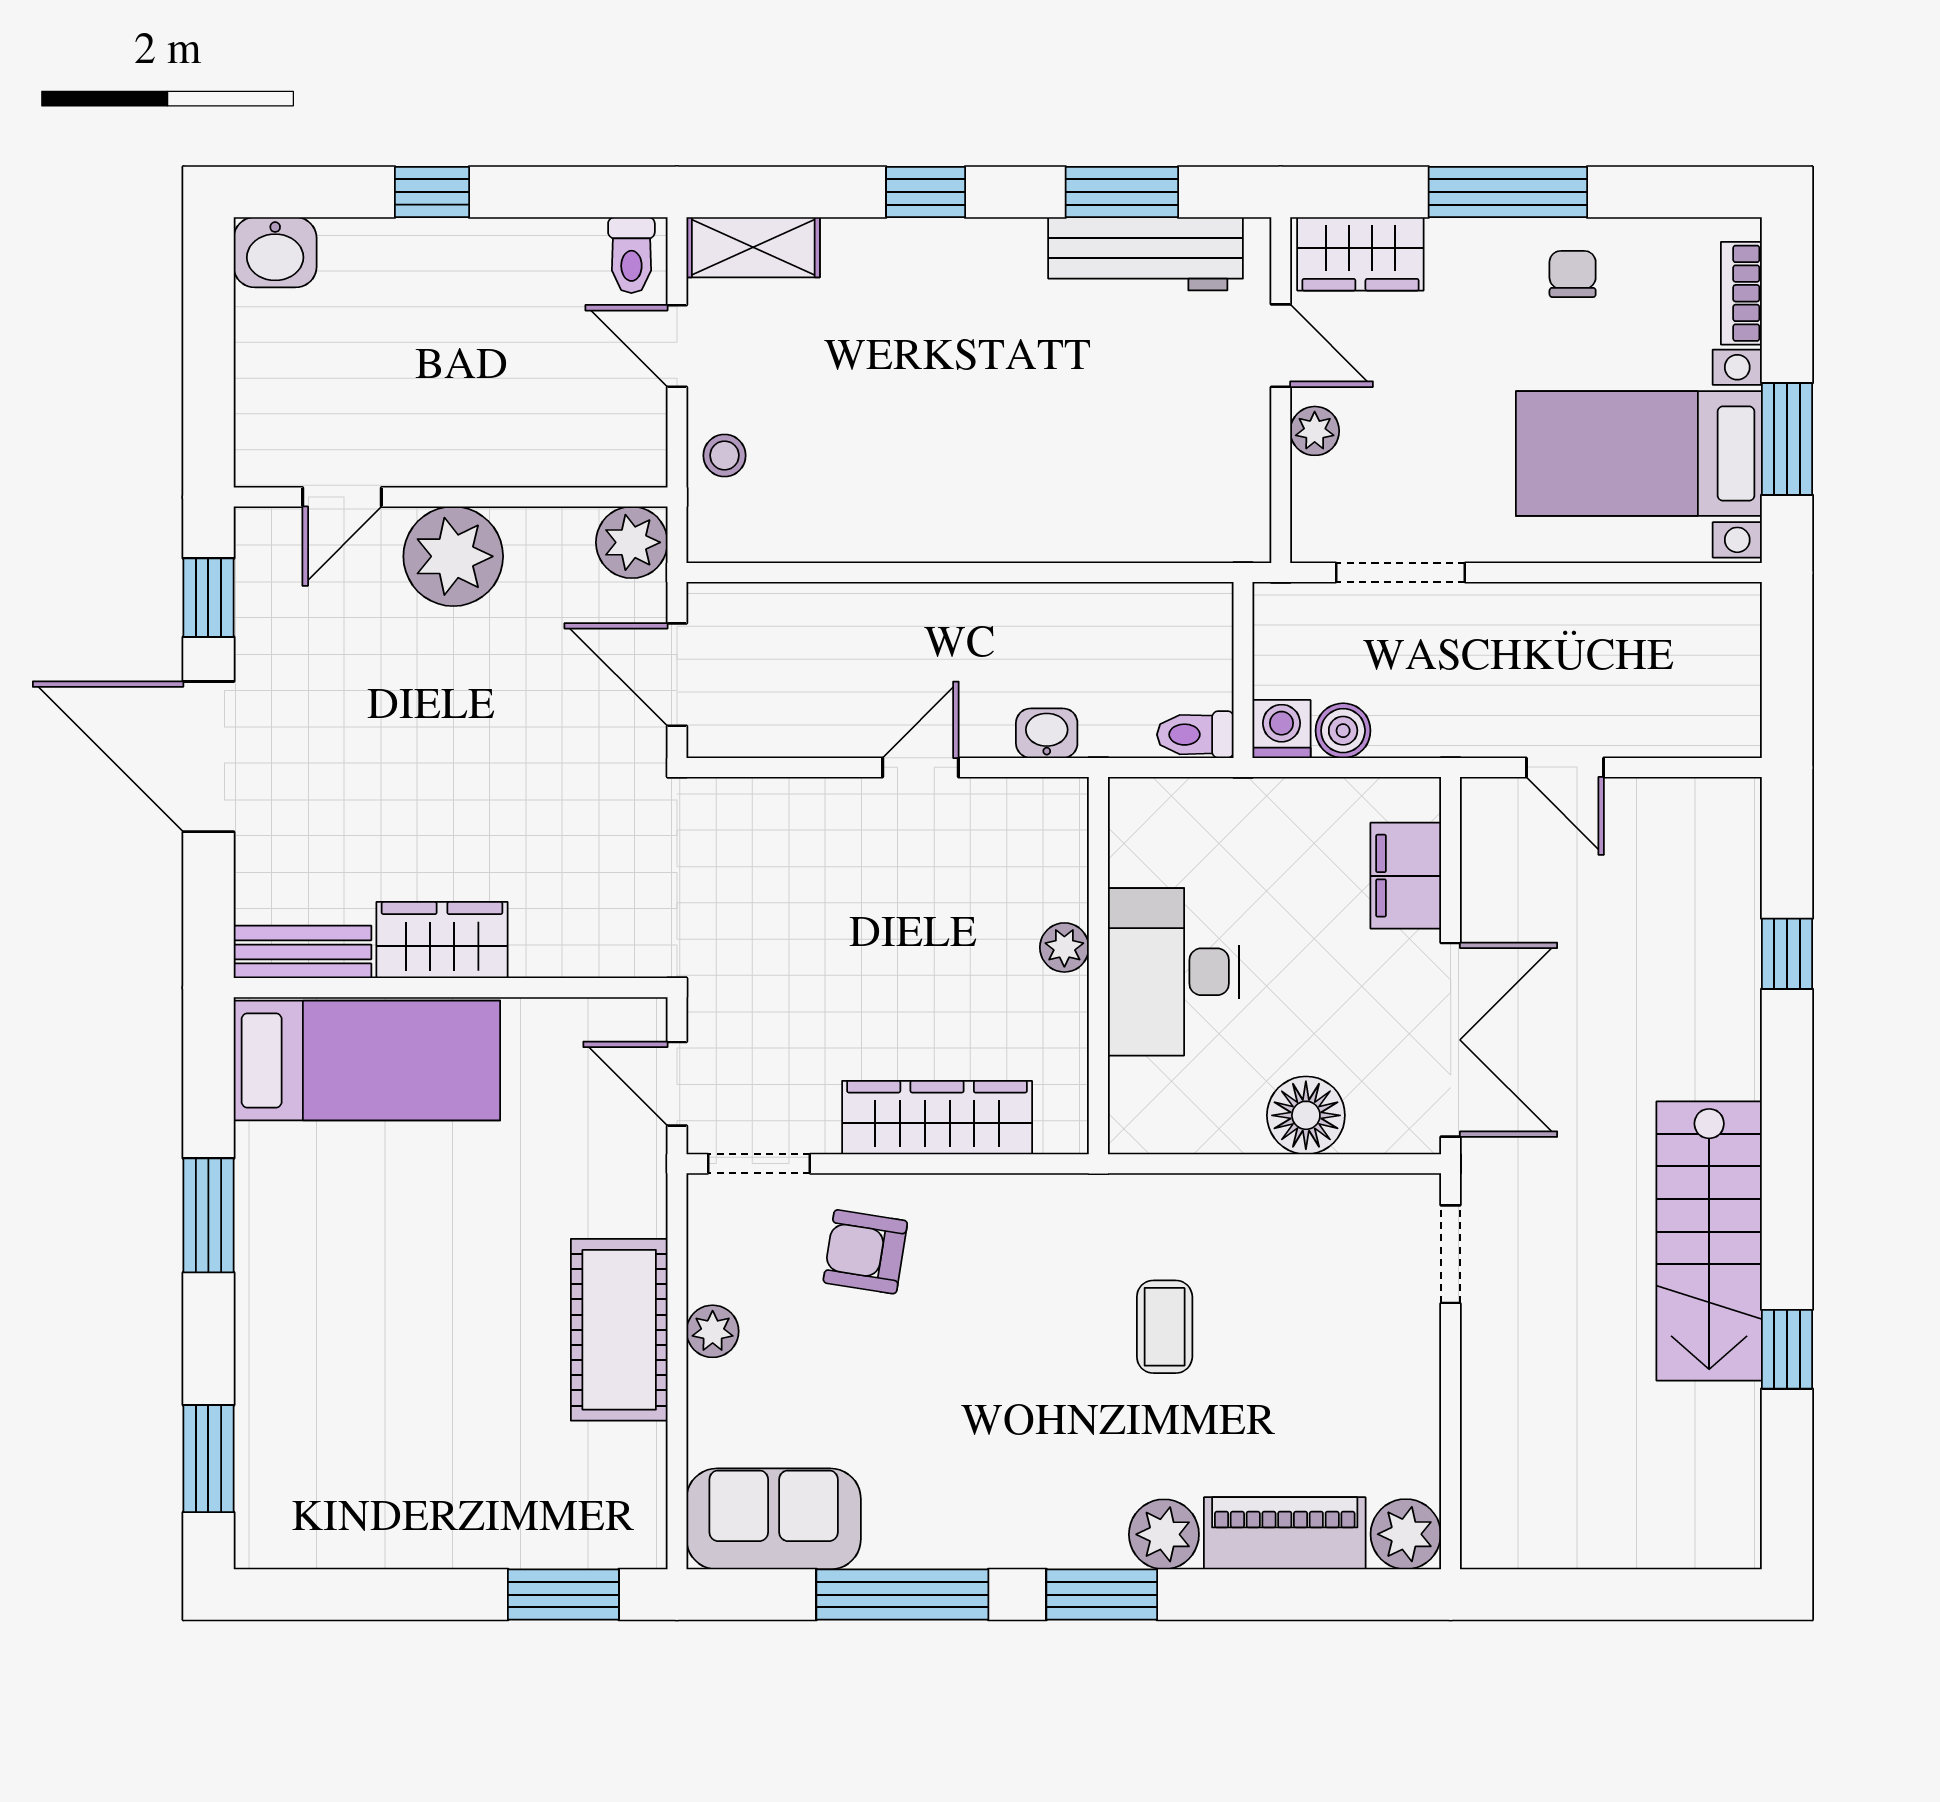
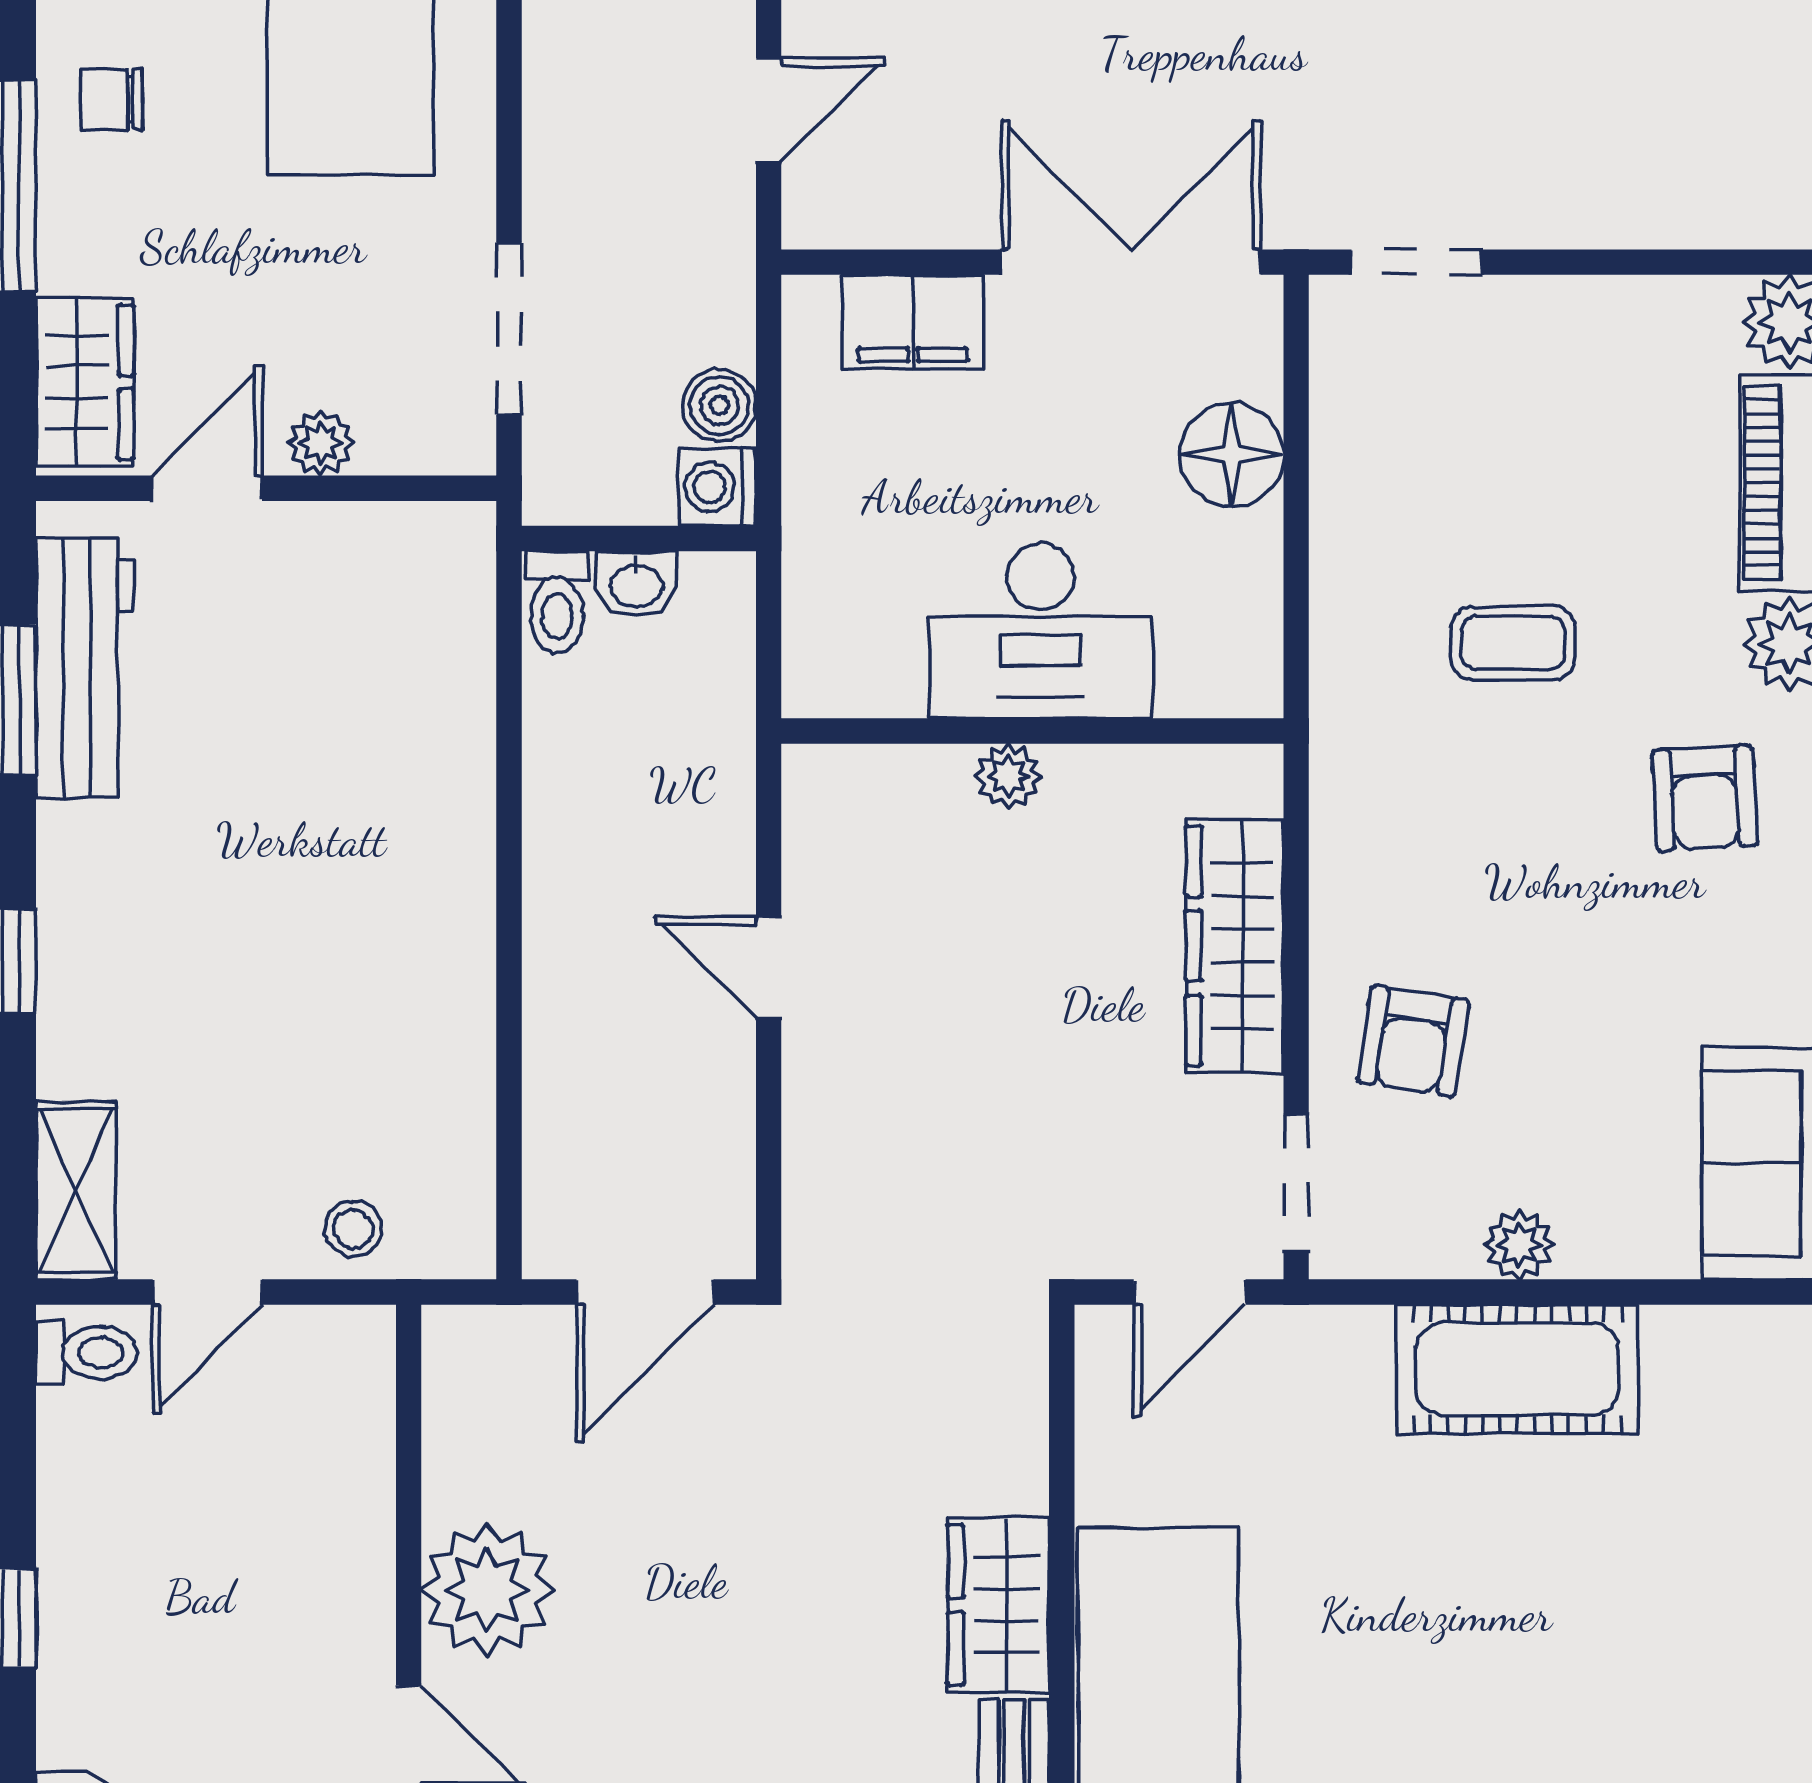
plant: (632, 542) -> (469, 1352), removed
washbasin: (1047, 733) -> (636, 584), moved, turned -90
toilet: (1195, 735) -> (557, 602), moved
armchair: (1048, 1470) -> (1705, 798), added

